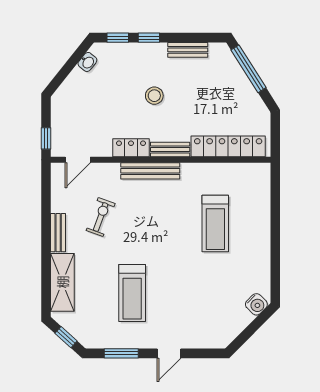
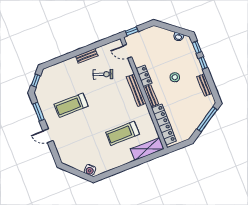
shelving: (62, 282) -> (147, 149), moved

